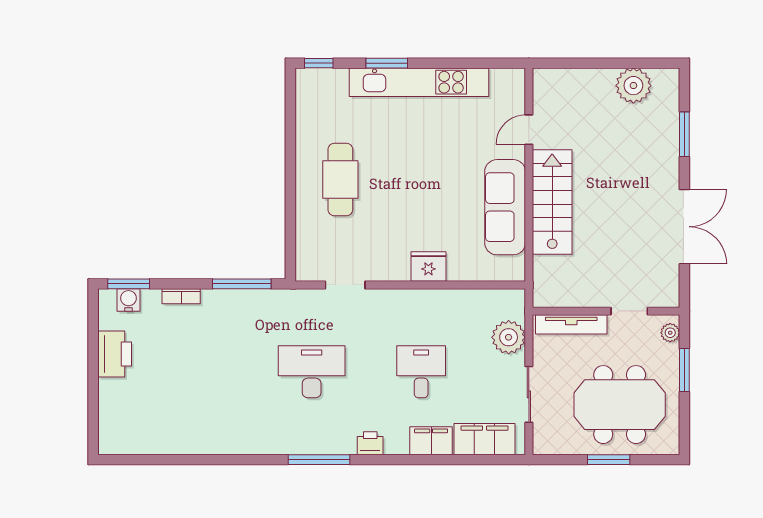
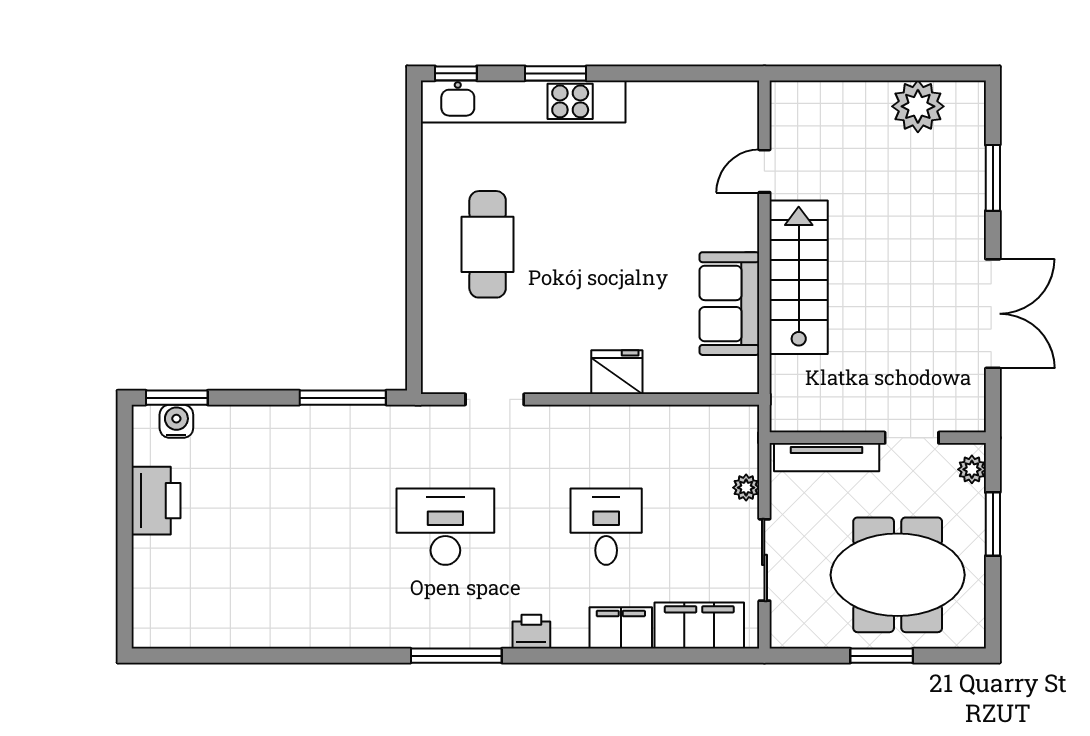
kitchen unit: (419, 82) -> (523, 101), moved
sofa: (505, 207) -> (729, 304), width x0.73
bookcase: (181, 296) -> (254, 416), removed
plant: (509, 337) -> (746, 488), width x0.53, depth x0.53

